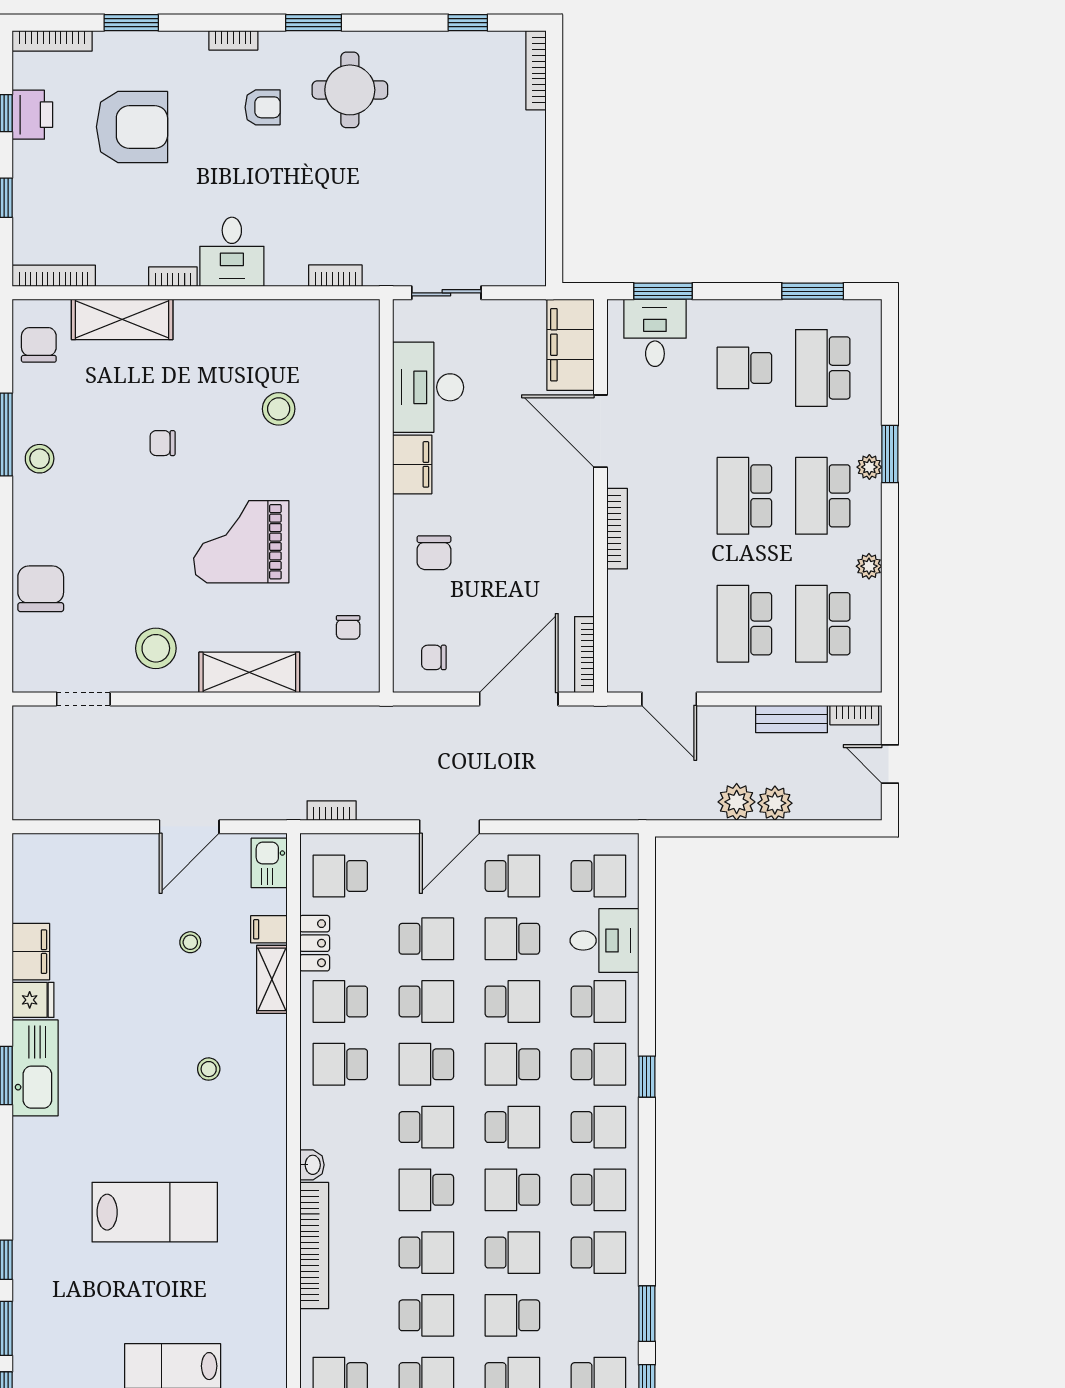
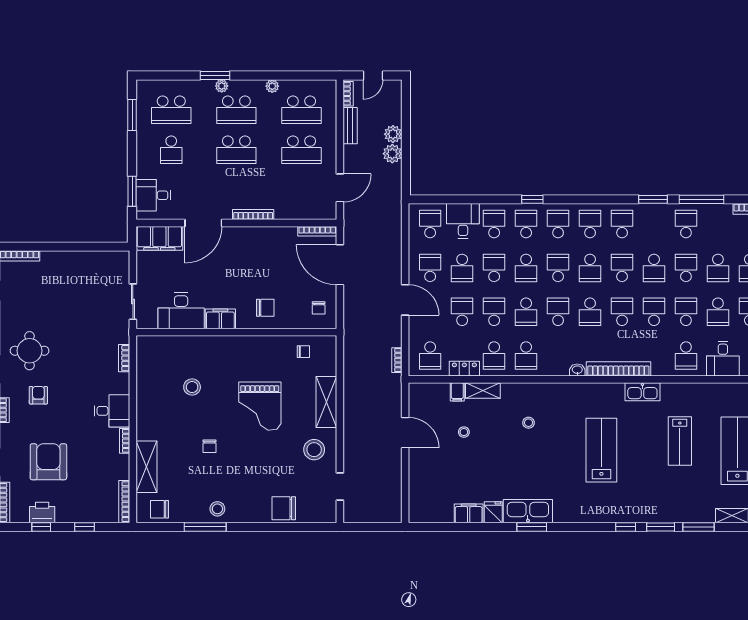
kitchen sink: (269, 863) -> (642, 392), moved, width x1.38

